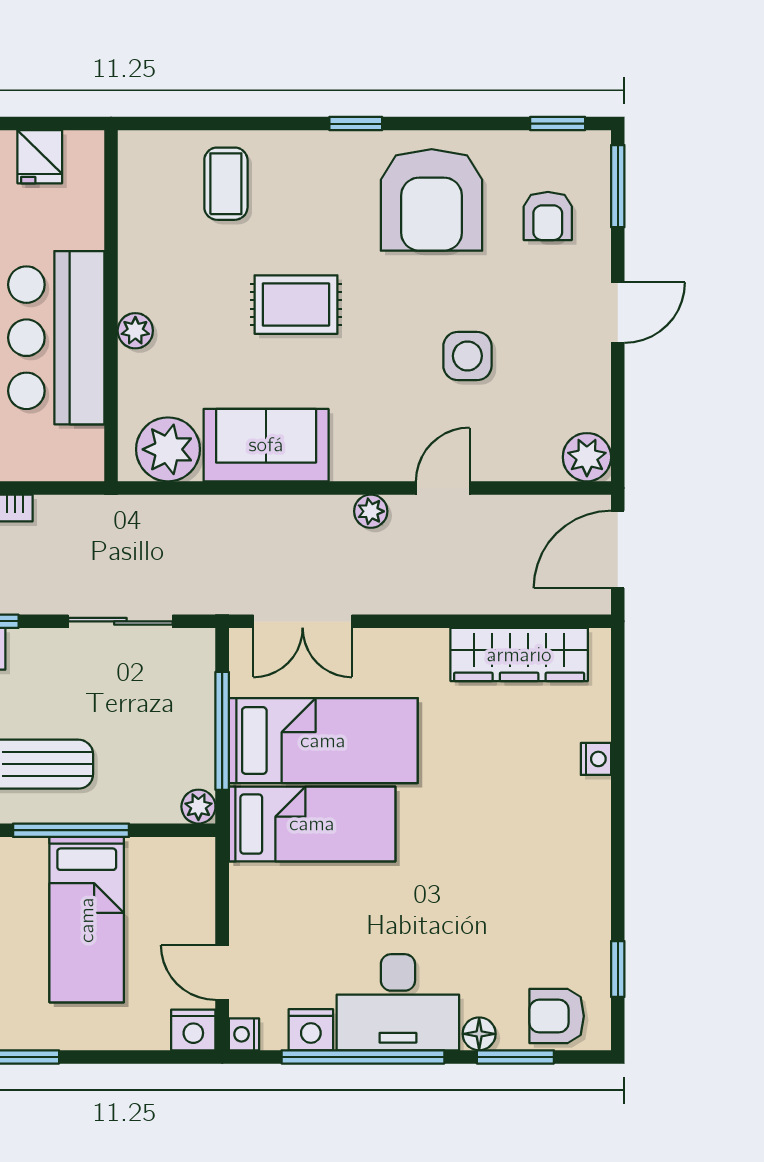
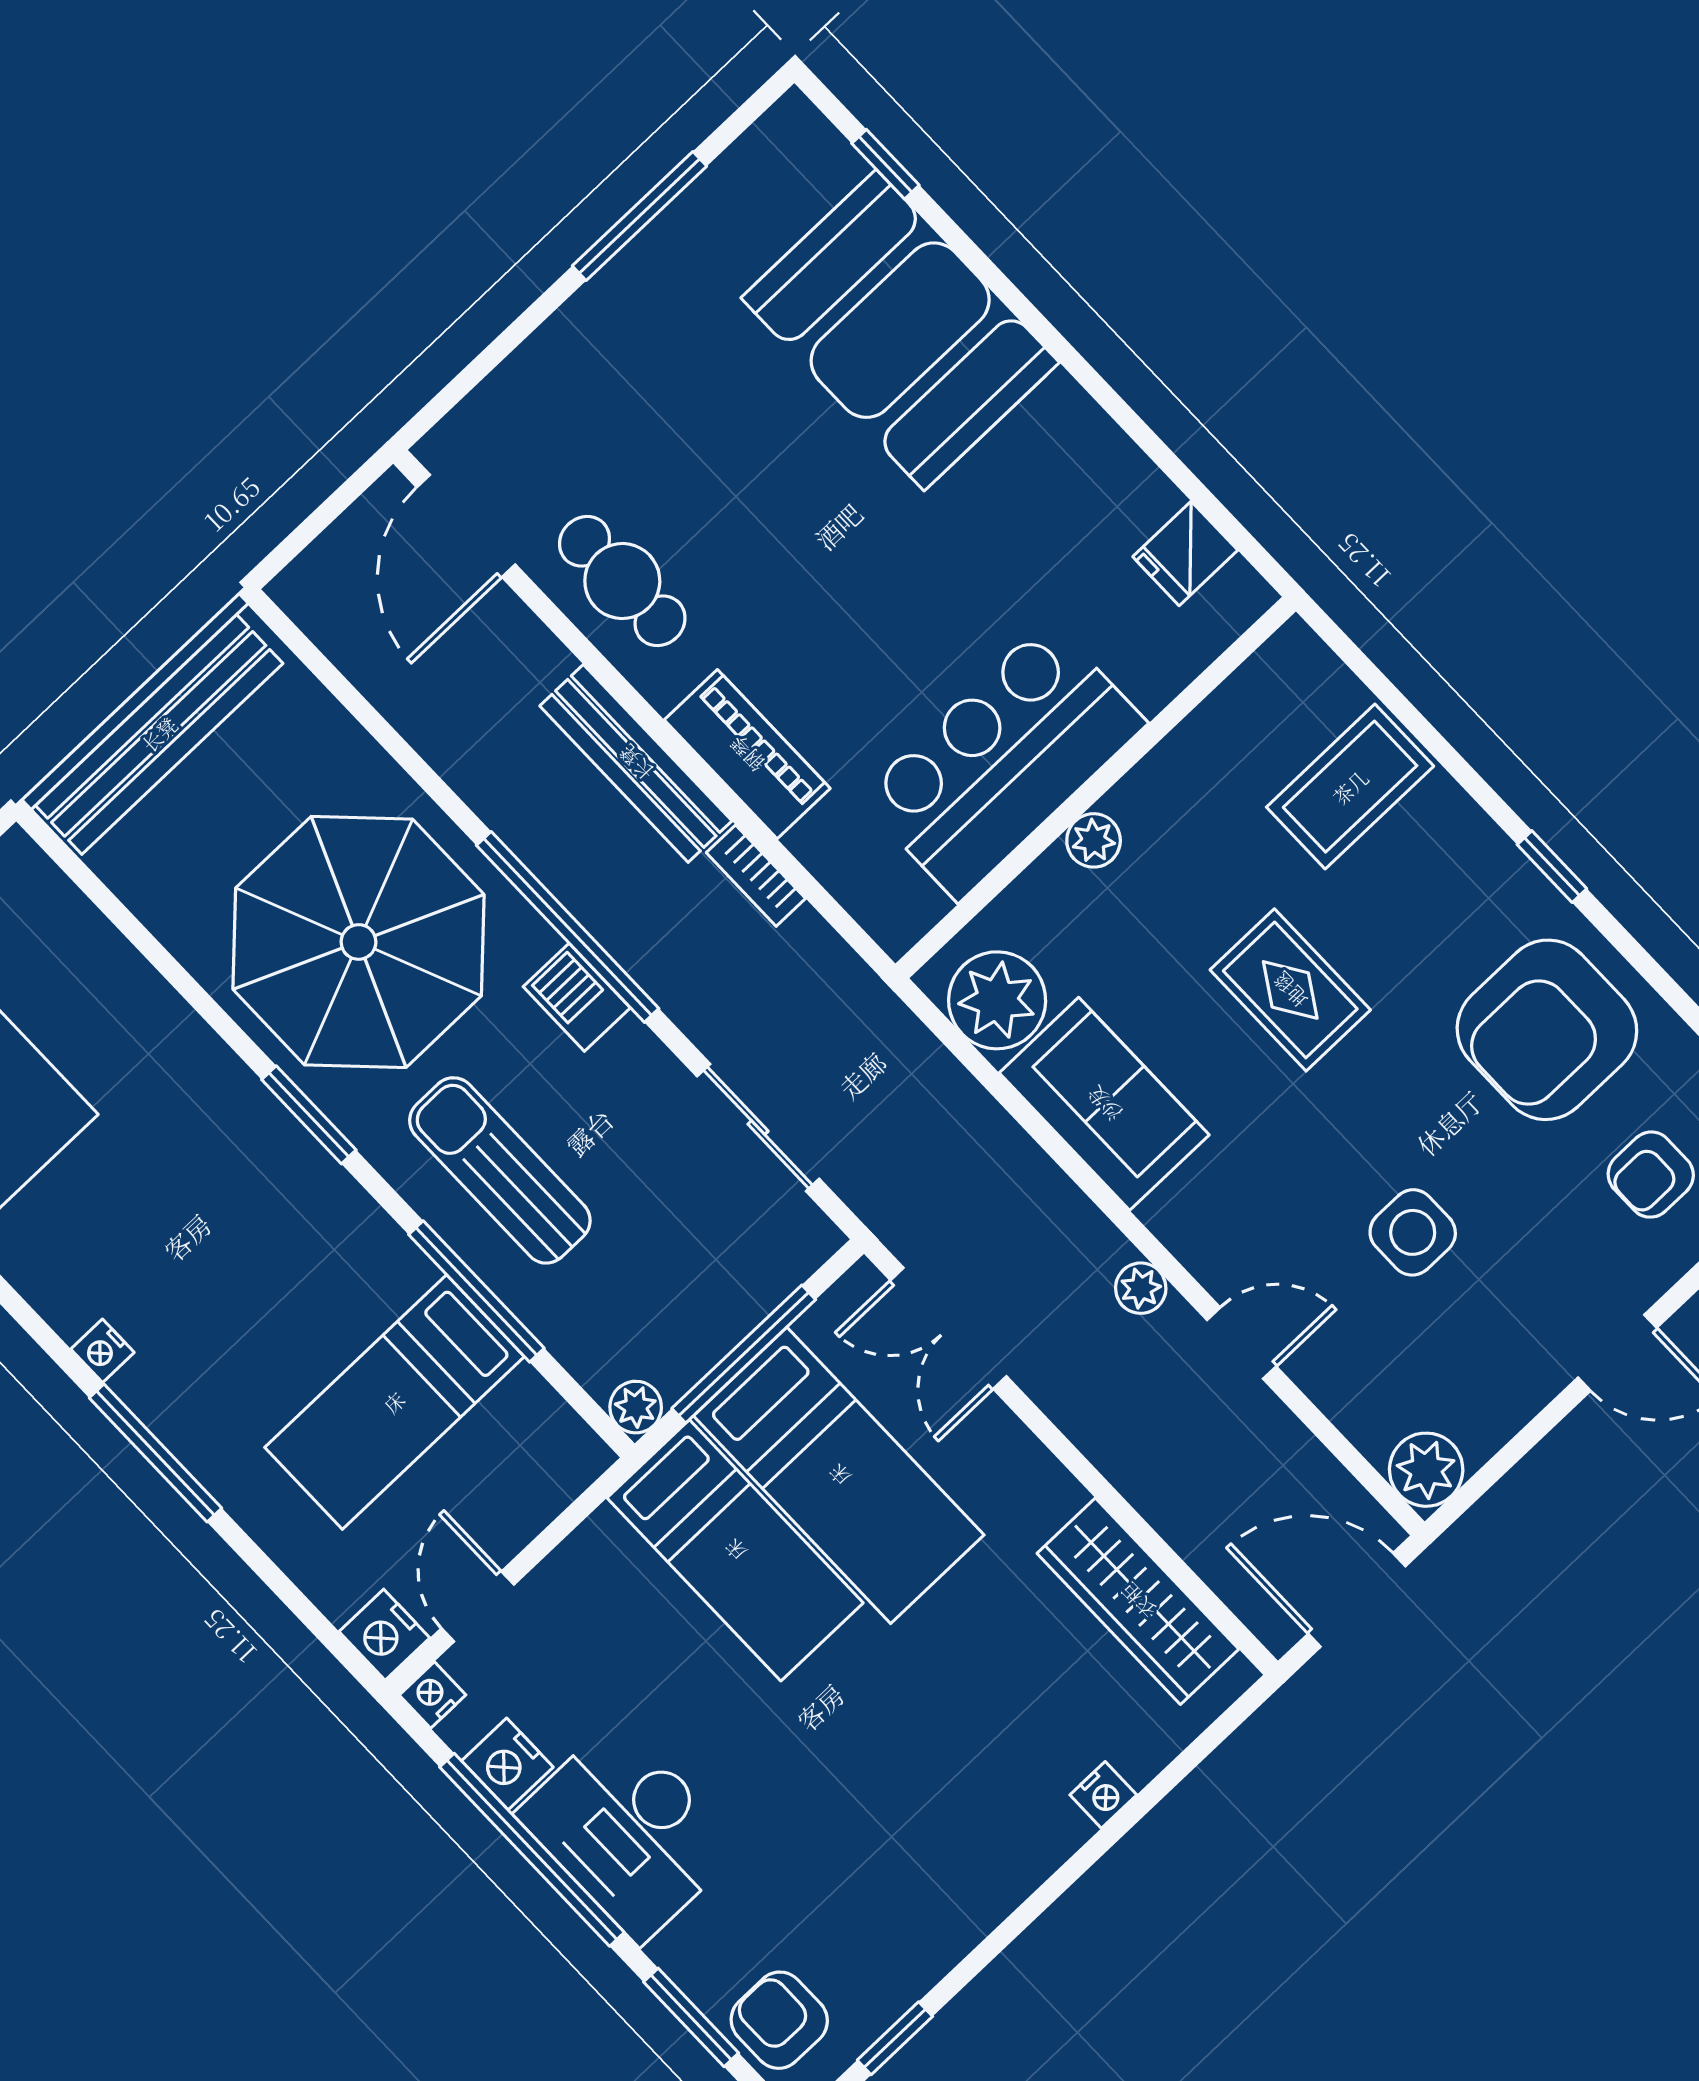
coffee table: (226, 184) -> (1350, 787), width x1.36, depth x1.30
floor lamp: (479, 1034) -> (679, 1953), removed

